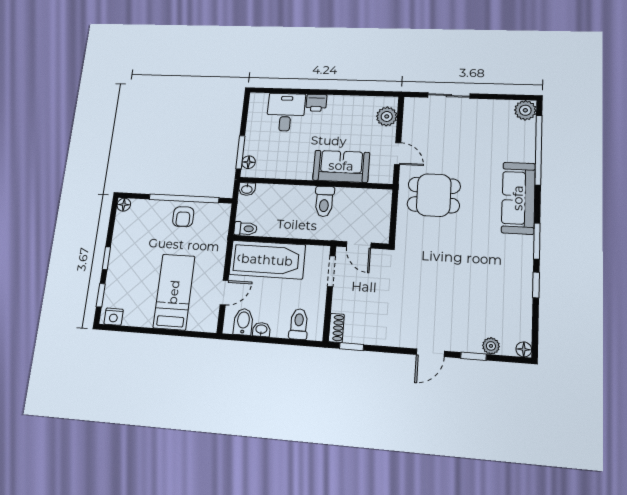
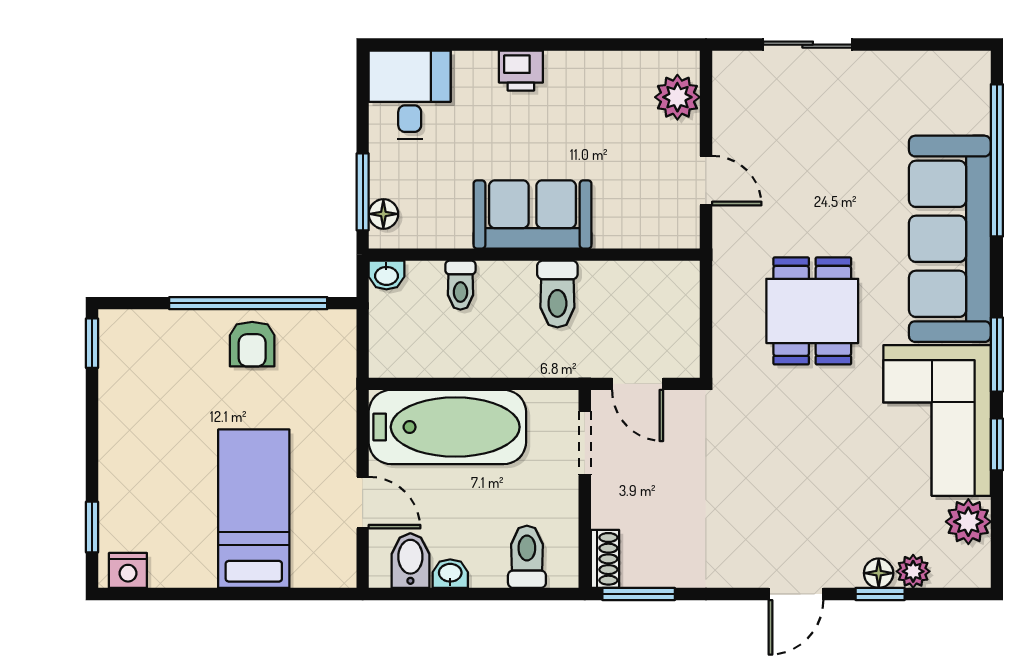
plant: (525, 110) -> (968, 522), moved
desk: (286, 112) -> (410, 95), moved
sofa: (341, 166) -> (532, 214), moved
dining table: (434, 195) -> (812, 311), moved, turned 90
sofa: (518, 198) -> (950, 239), width x1.36, depth x1.27
floor lamp: (124, 205) -> (113, 324), removed
toilet: (246, 229) -> (460, 285), moved, turned 90
window: (106, 258) -> (92, 343), moved
corner sofa: (506, 271) -> (937, 421), added
door: (224, 292) -> (363, 503), hinge flipped
window: (352, 347) -> (639, 594), width x1.50
floor lamp: (524, 349) -> (879, 573), moved

